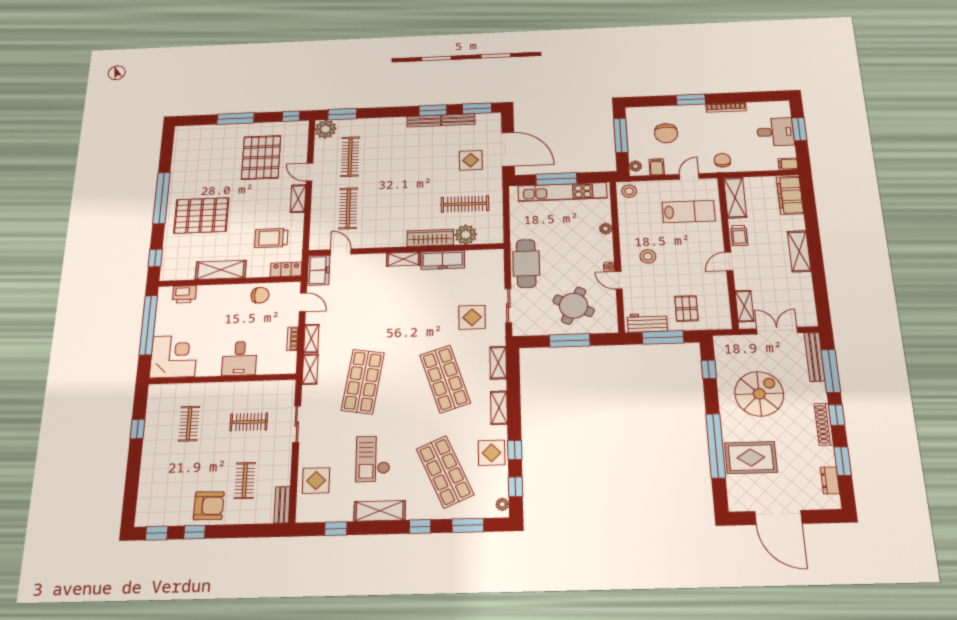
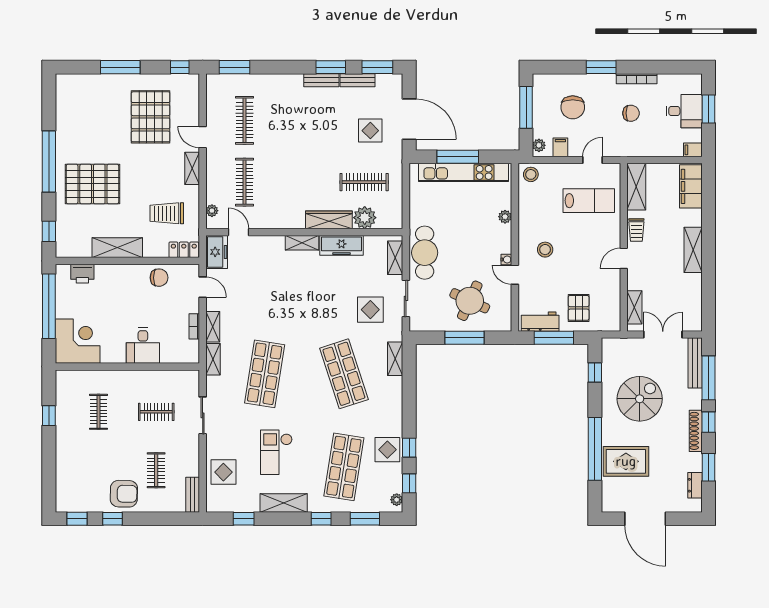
plant: (326, 129) -> (212, 211), moved, width x0.53, depth x0.53
chair: (722, 160) -> (631, 113), moved, turned 90
shelving: (499, 408) -> (395, 258), moved
shop shelf: (445, 472) -> (344, 467), turned 33

